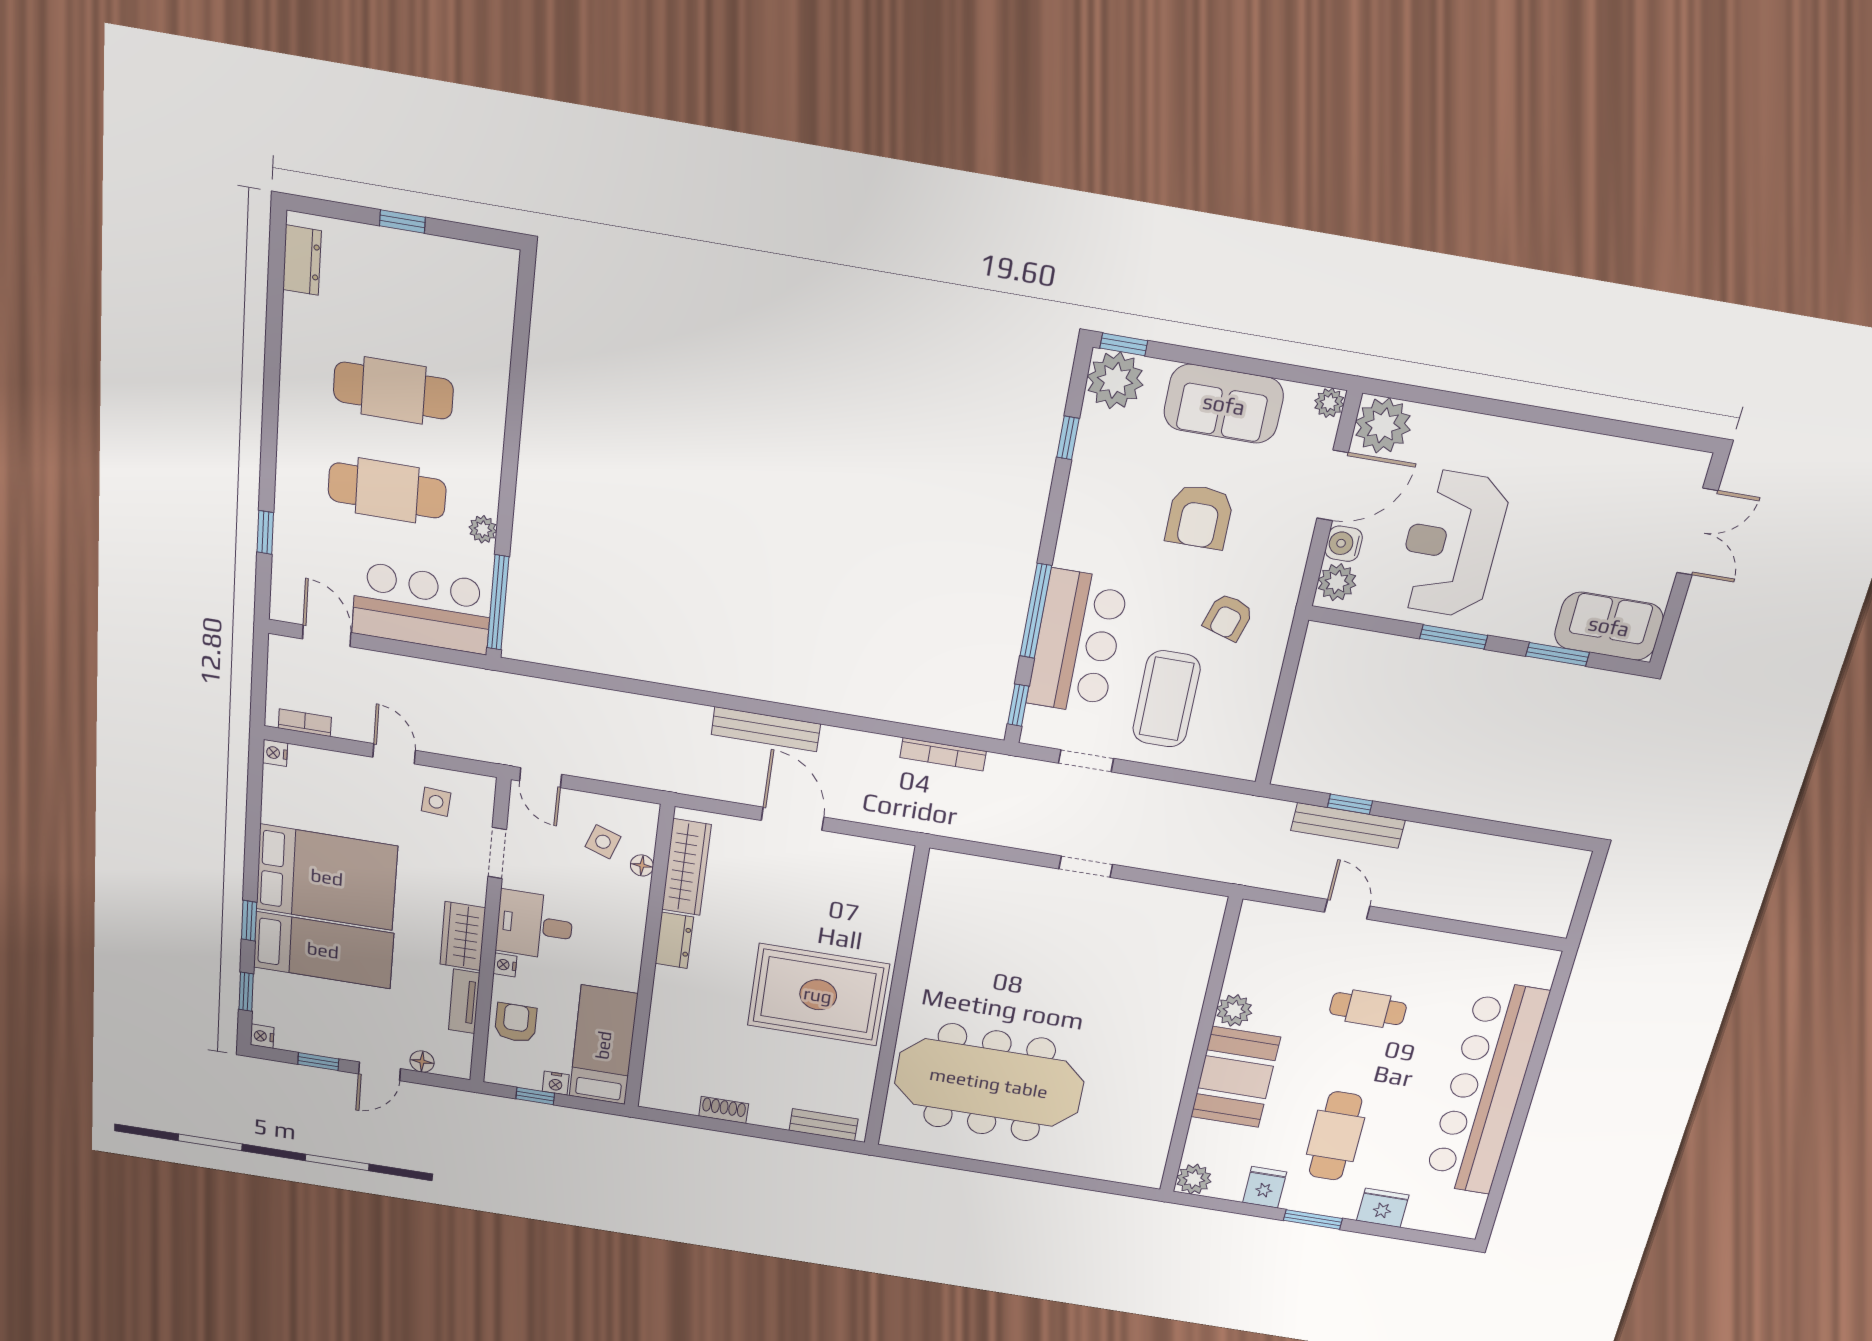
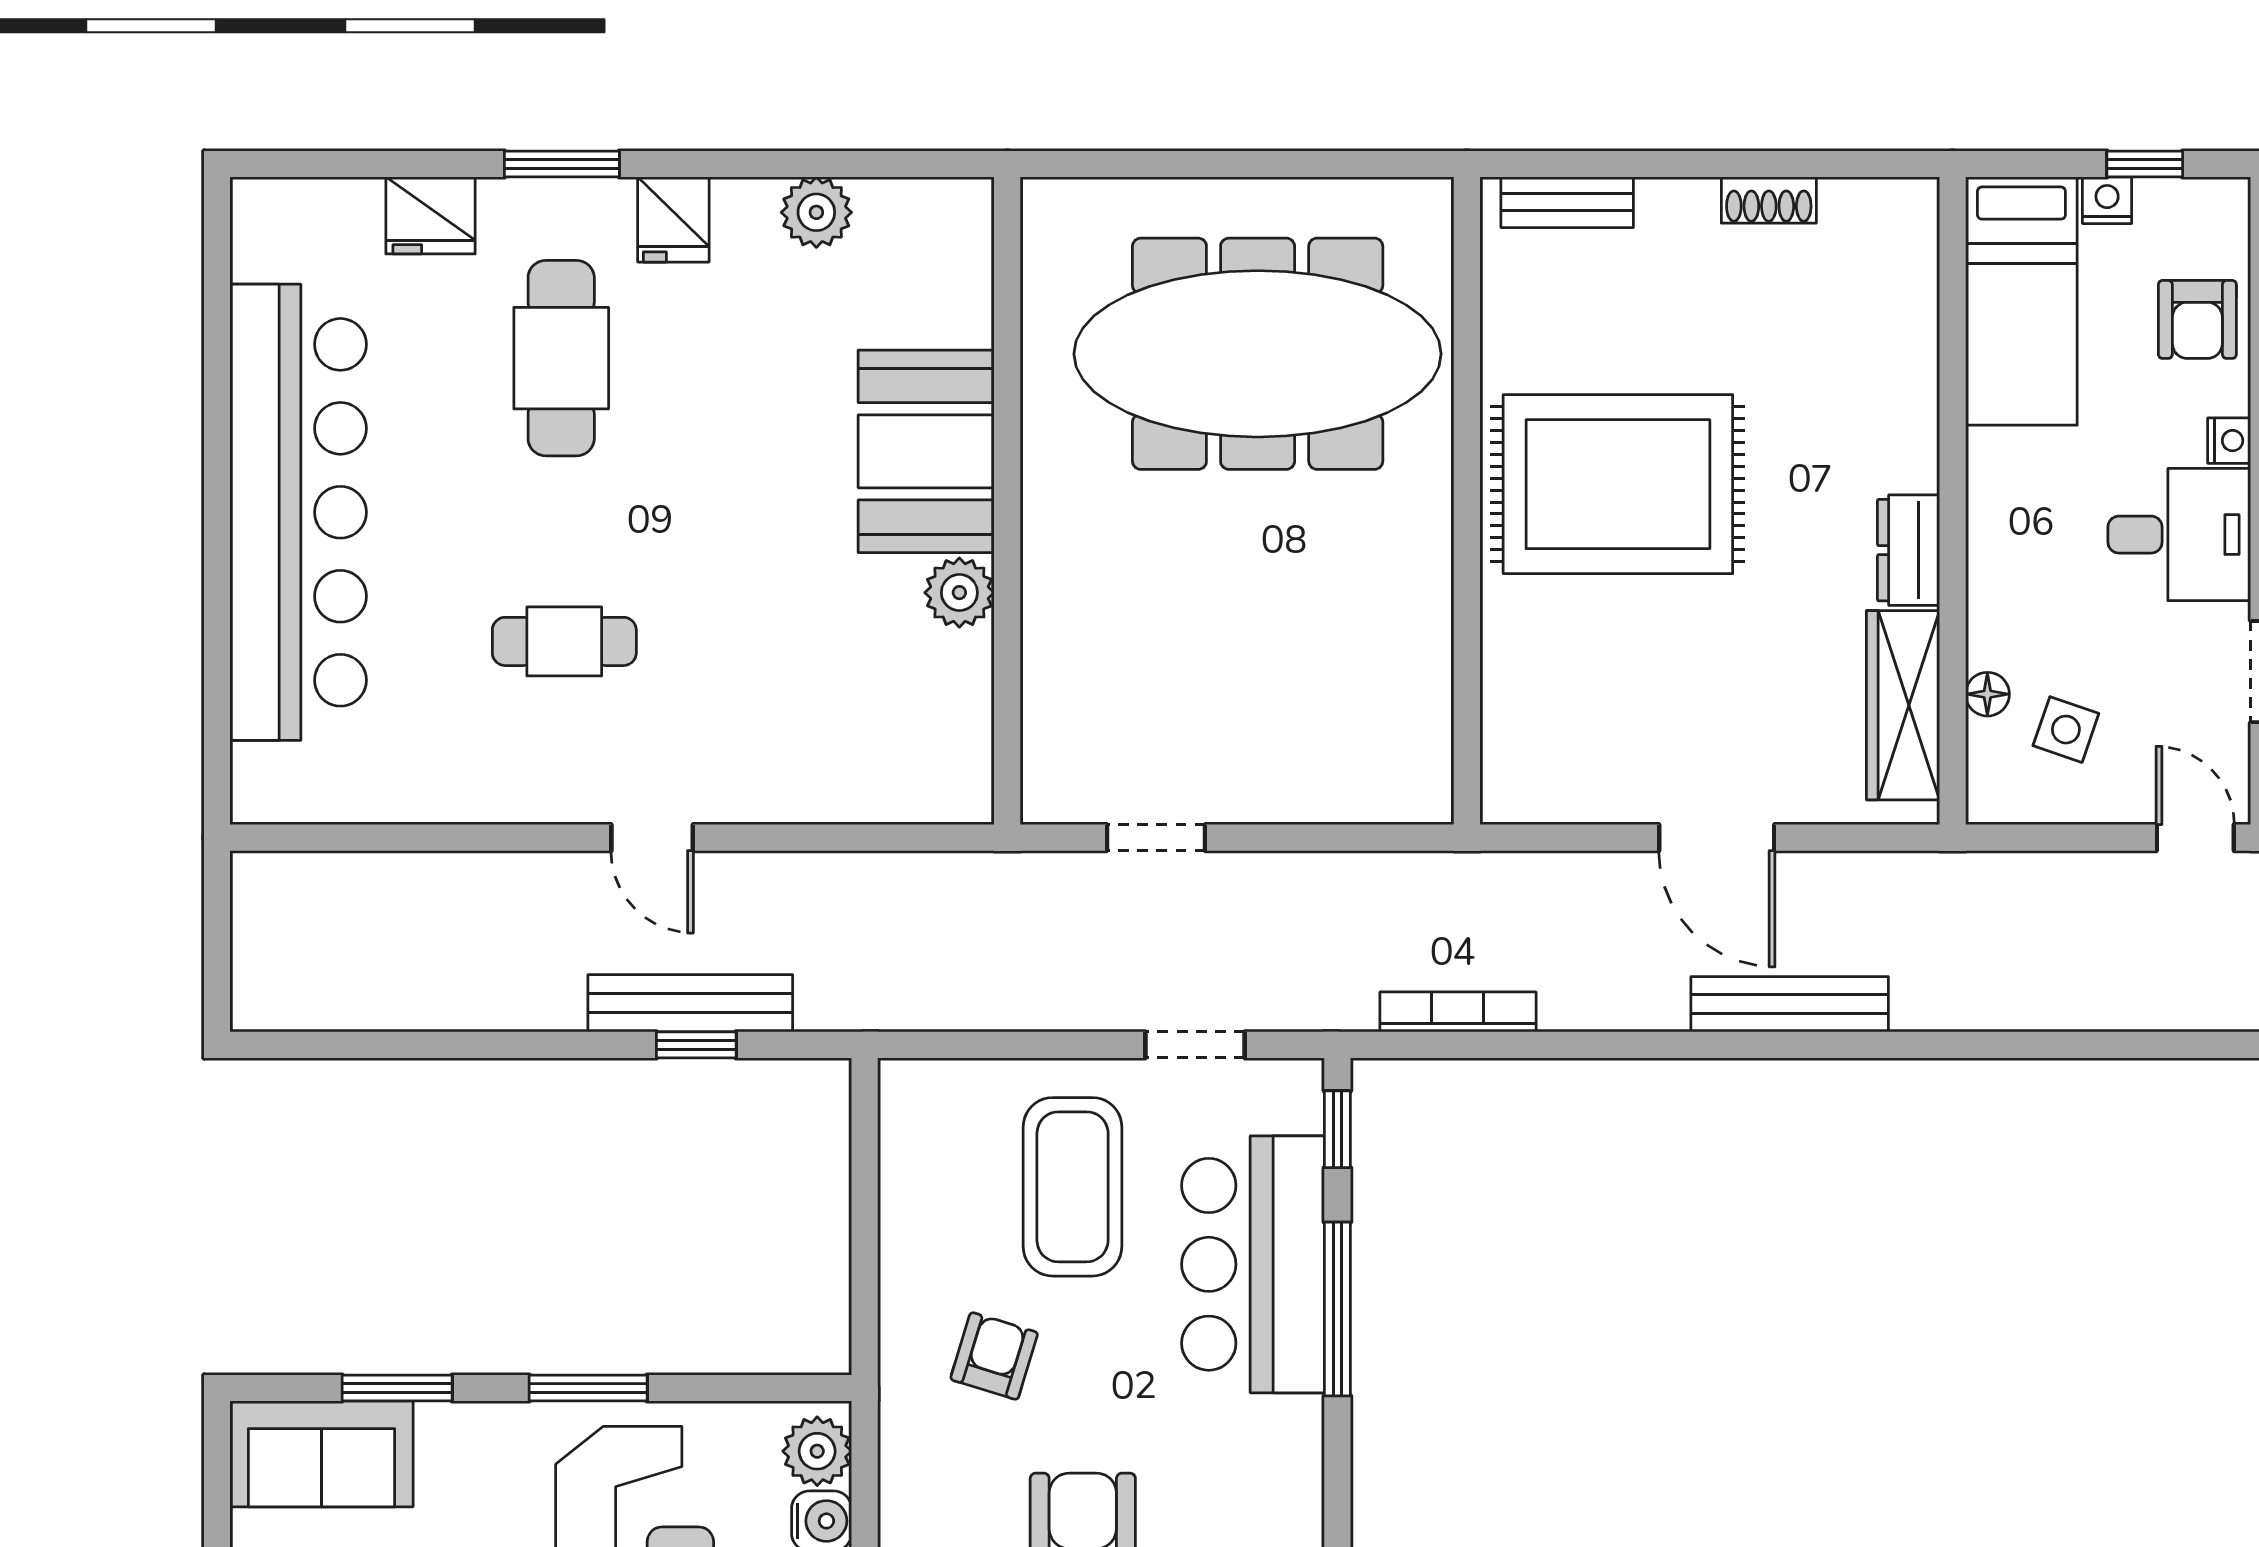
plant: (1234, 1010) -> (959, 593), moved
wall: (1200, 1048) -> (1007, 501), moved
booth: (1235, 1077) -> (926, 451), moved

